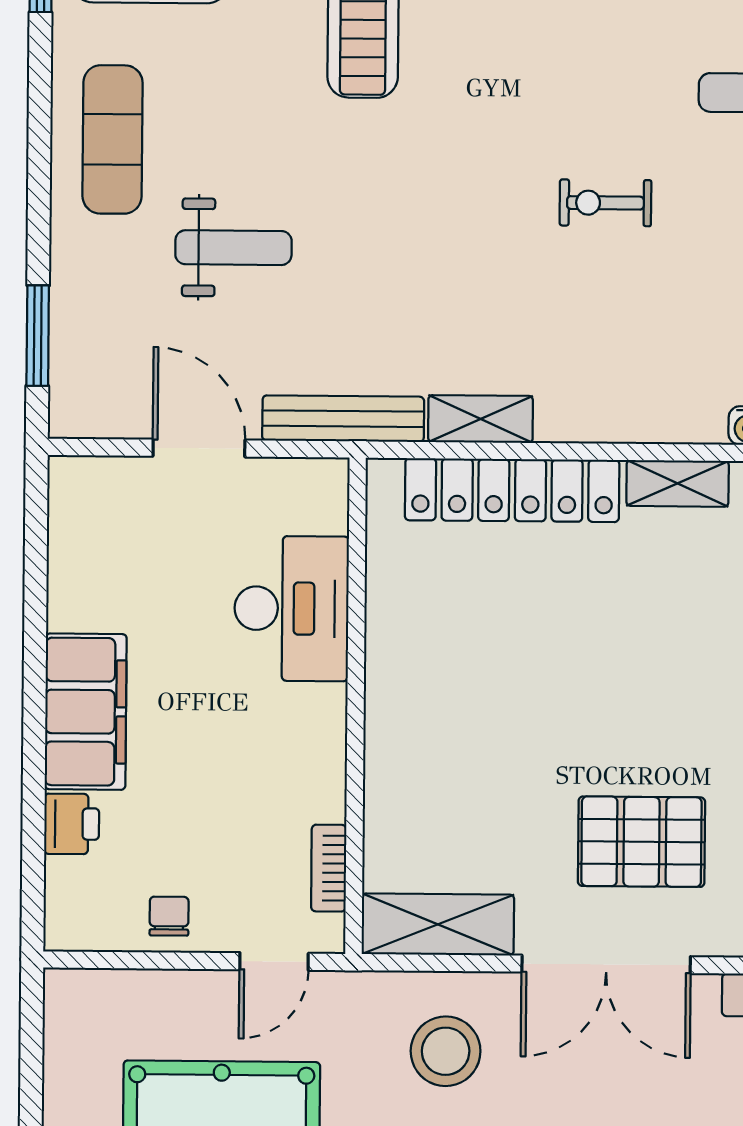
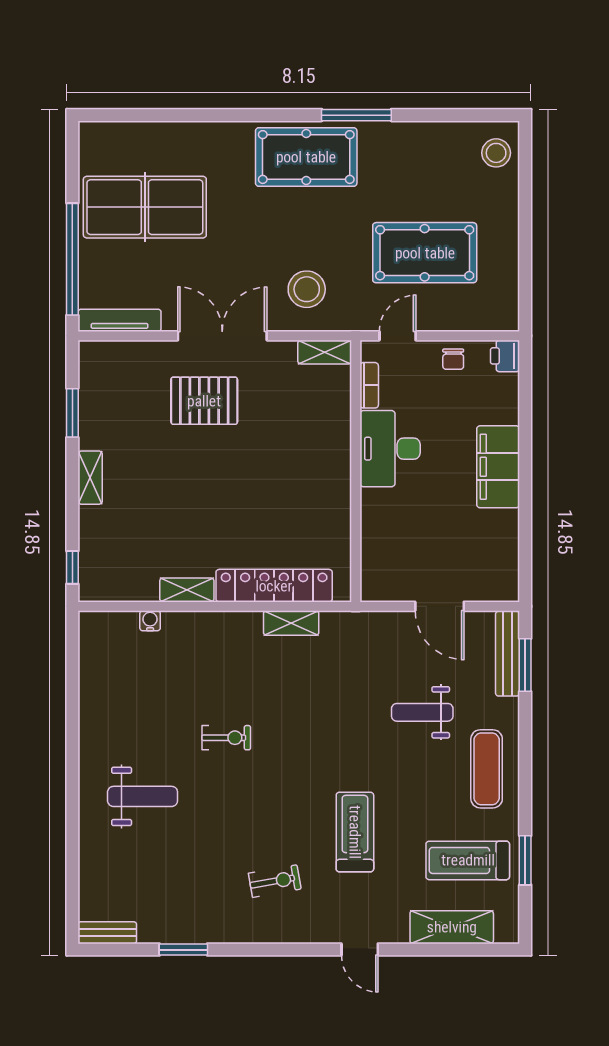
bench: (343, 419) -> (508, 654), moved, turned 90
desk: (291, 608) -> (390, 449), moved
printer: (72, 824) -> (505, 356), moved
shelving: (438, 924) -> (325, 352), width x0.67, depth x0.75

